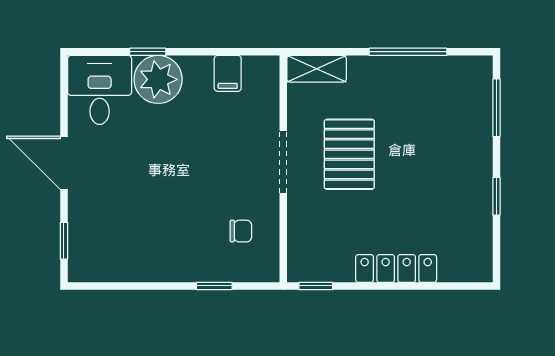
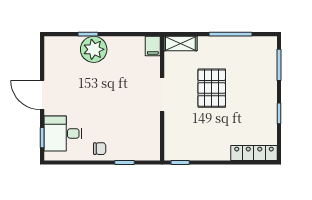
filing cabinet: (228, 73) -> (153, 46), moved
desk: (100, 90) -> (63, 133), moved, turned -90
pallet: (349, 154) -> (212, 88), moved
chair: (241, 231) -> (100, 149), moved
locker: (396, 268) -> (254, 153), moved

